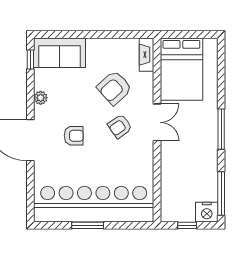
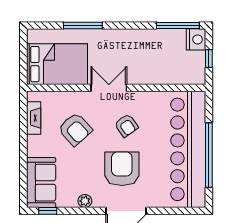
fireplace: (147, 55) -> (34, 118), moved, turned -90
armchair: (120, 126) -> (126, 125), moved
window: (221, 129) -> (83, 25), moved
armchair: (74, 136) -> (122, 169), width x1.88, depth x1.88
window: (88, 225) -> (209, 155), width x2.11

